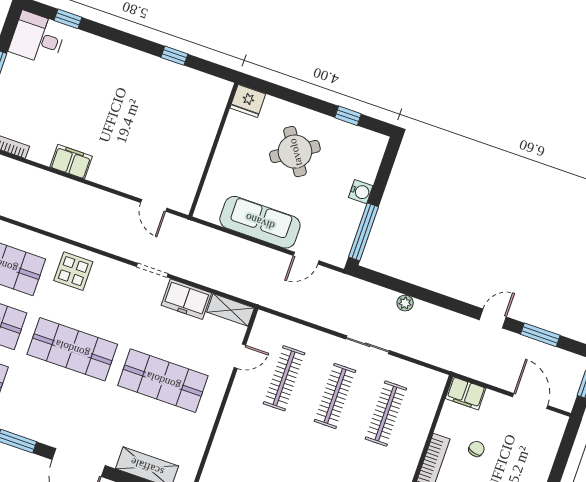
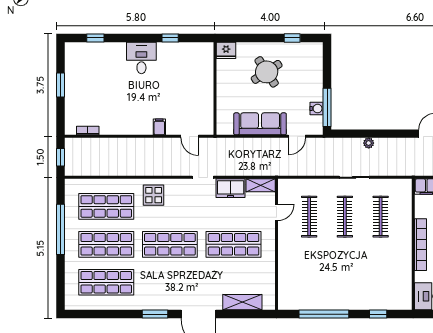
desk: (38, 38) -> (141, 58), moved, turned 90
filing cabinet: (71, 162) -> (159, 127), moved, width x0.50
water cooler: (361, 192) -> (317, 109), moved

